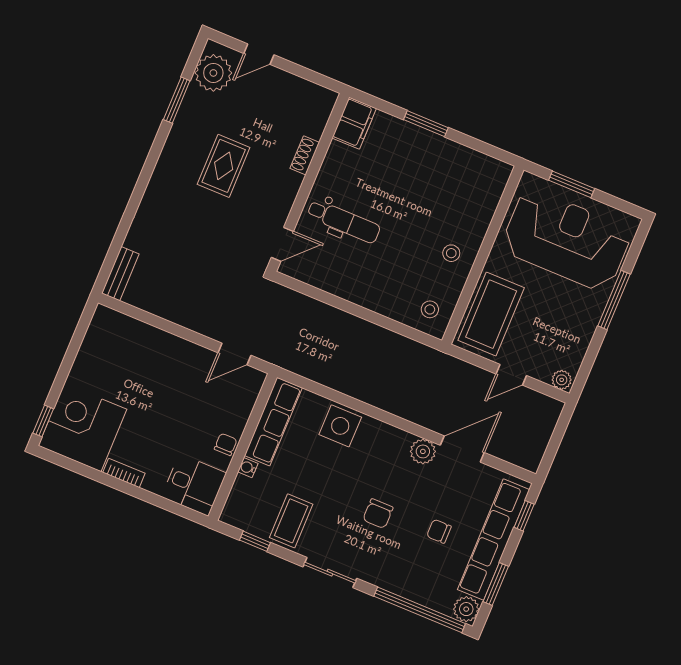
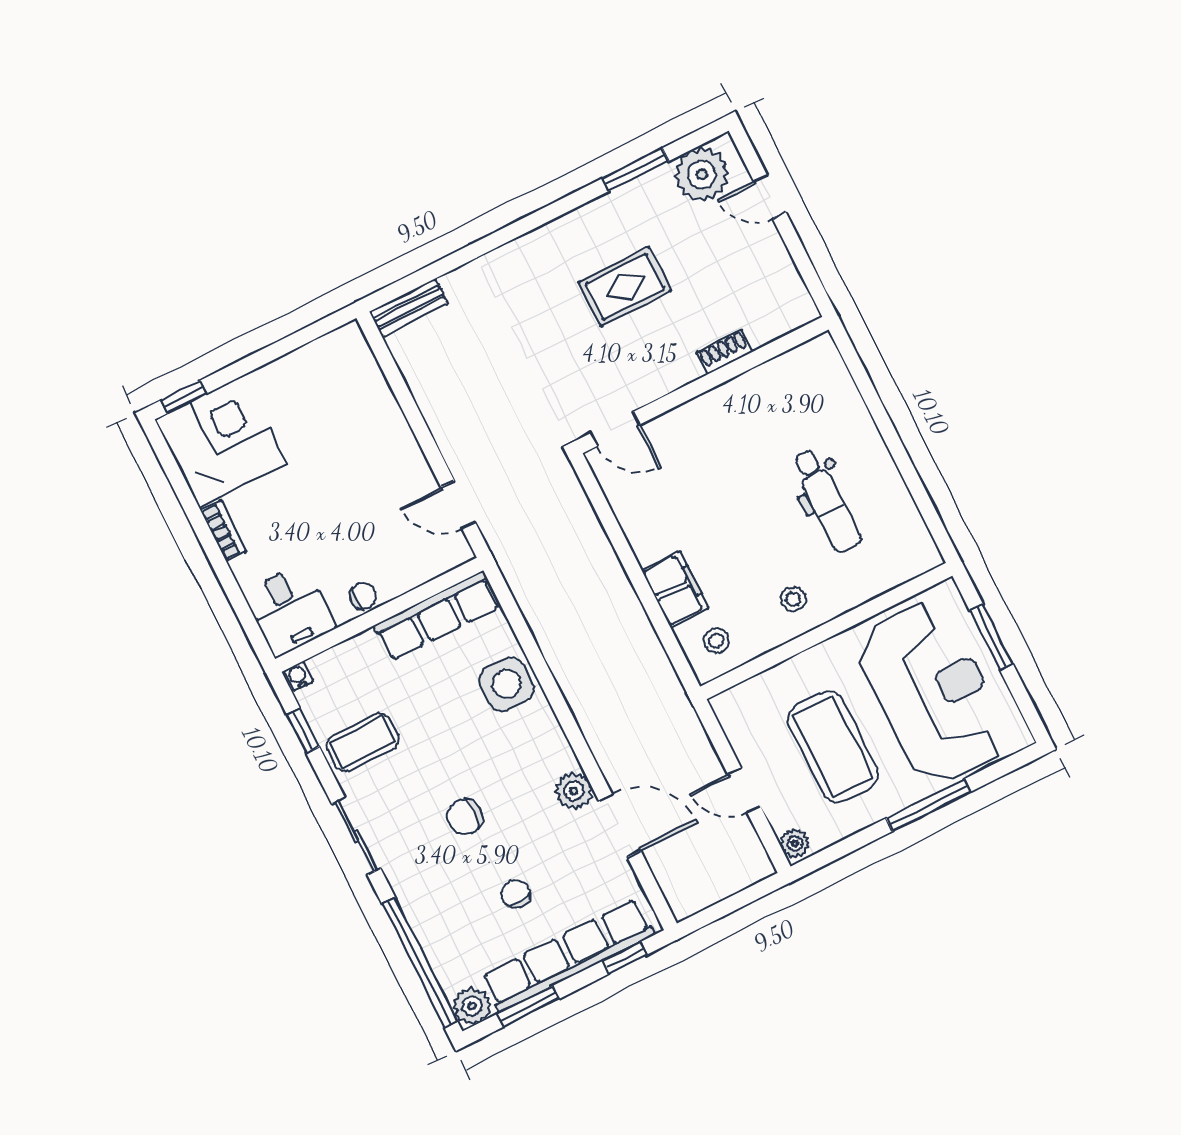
filing cabinet: (354, 123) -> (675, 589), moved, turned -90
window: (426, 124) -> (888, 432), removed
dental chair: (344, 221) -> (826, 501), moved
coffee table: (491, 314) -> (833, 747), moved, turned 90
water cooler: (248, 468) -> (298, 676), moved

